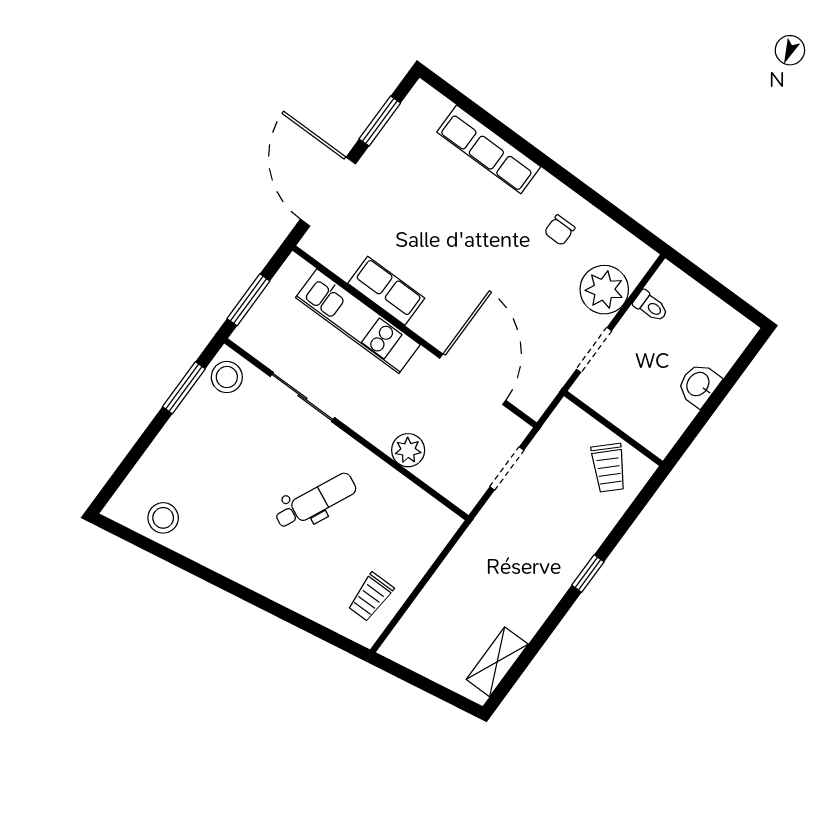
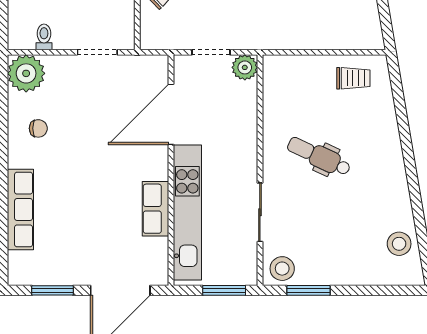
plant: (604, 290) -> (26, 73), moved
kitchen unit: (358, 321) -> (187, 212), width x1.36
plant: (408, 450) -> (245, 67), moved

